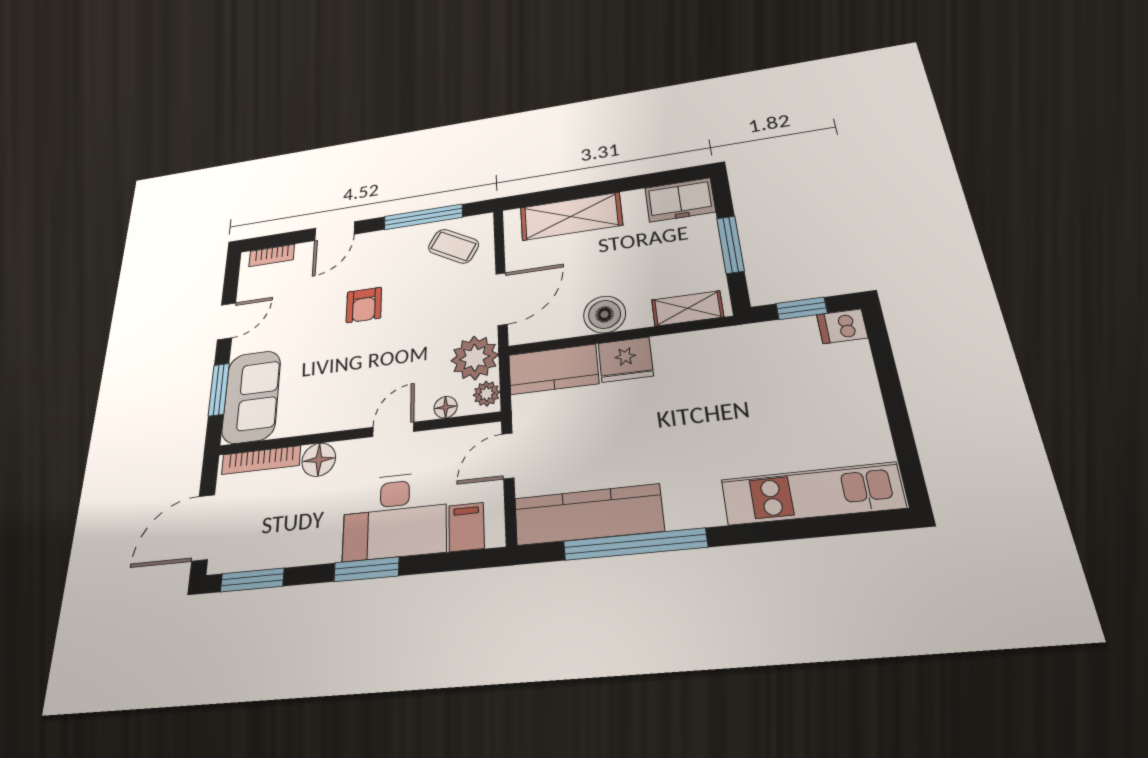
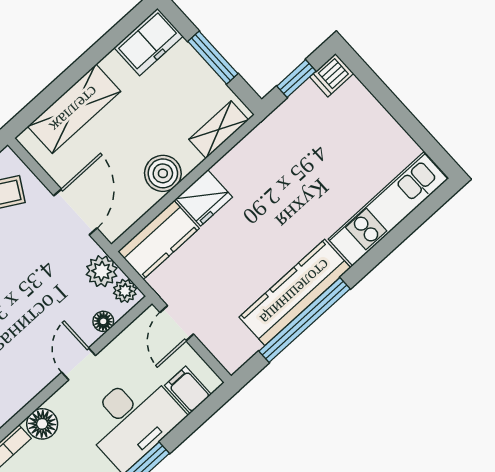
plant: (475, 358) -> (102, 271), width x0.73, depth x0.73
kitchen counter: (588, 515) -> (295, 292), moved

